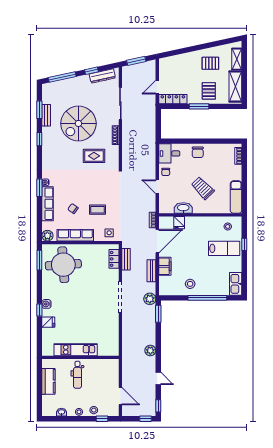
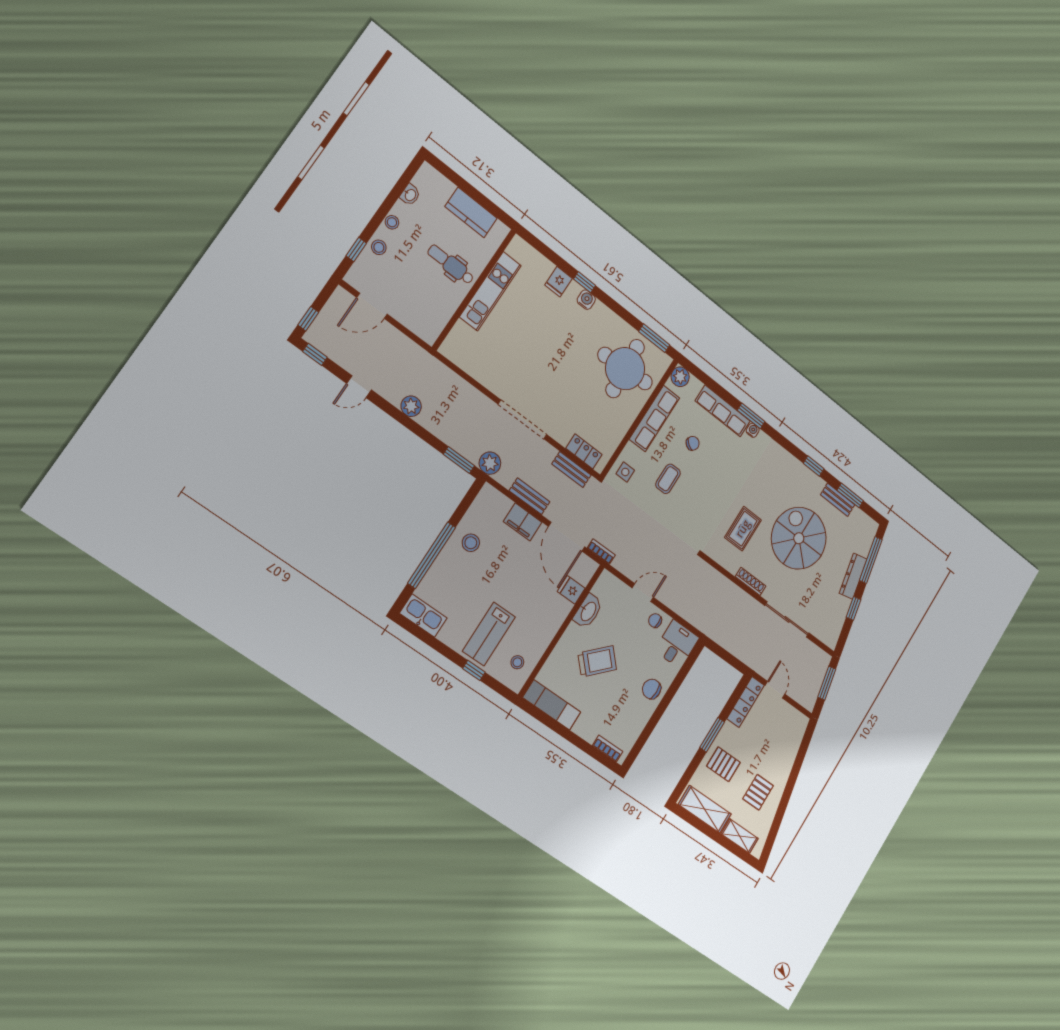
dresser: (102, 76) -> (853, 576), moved

